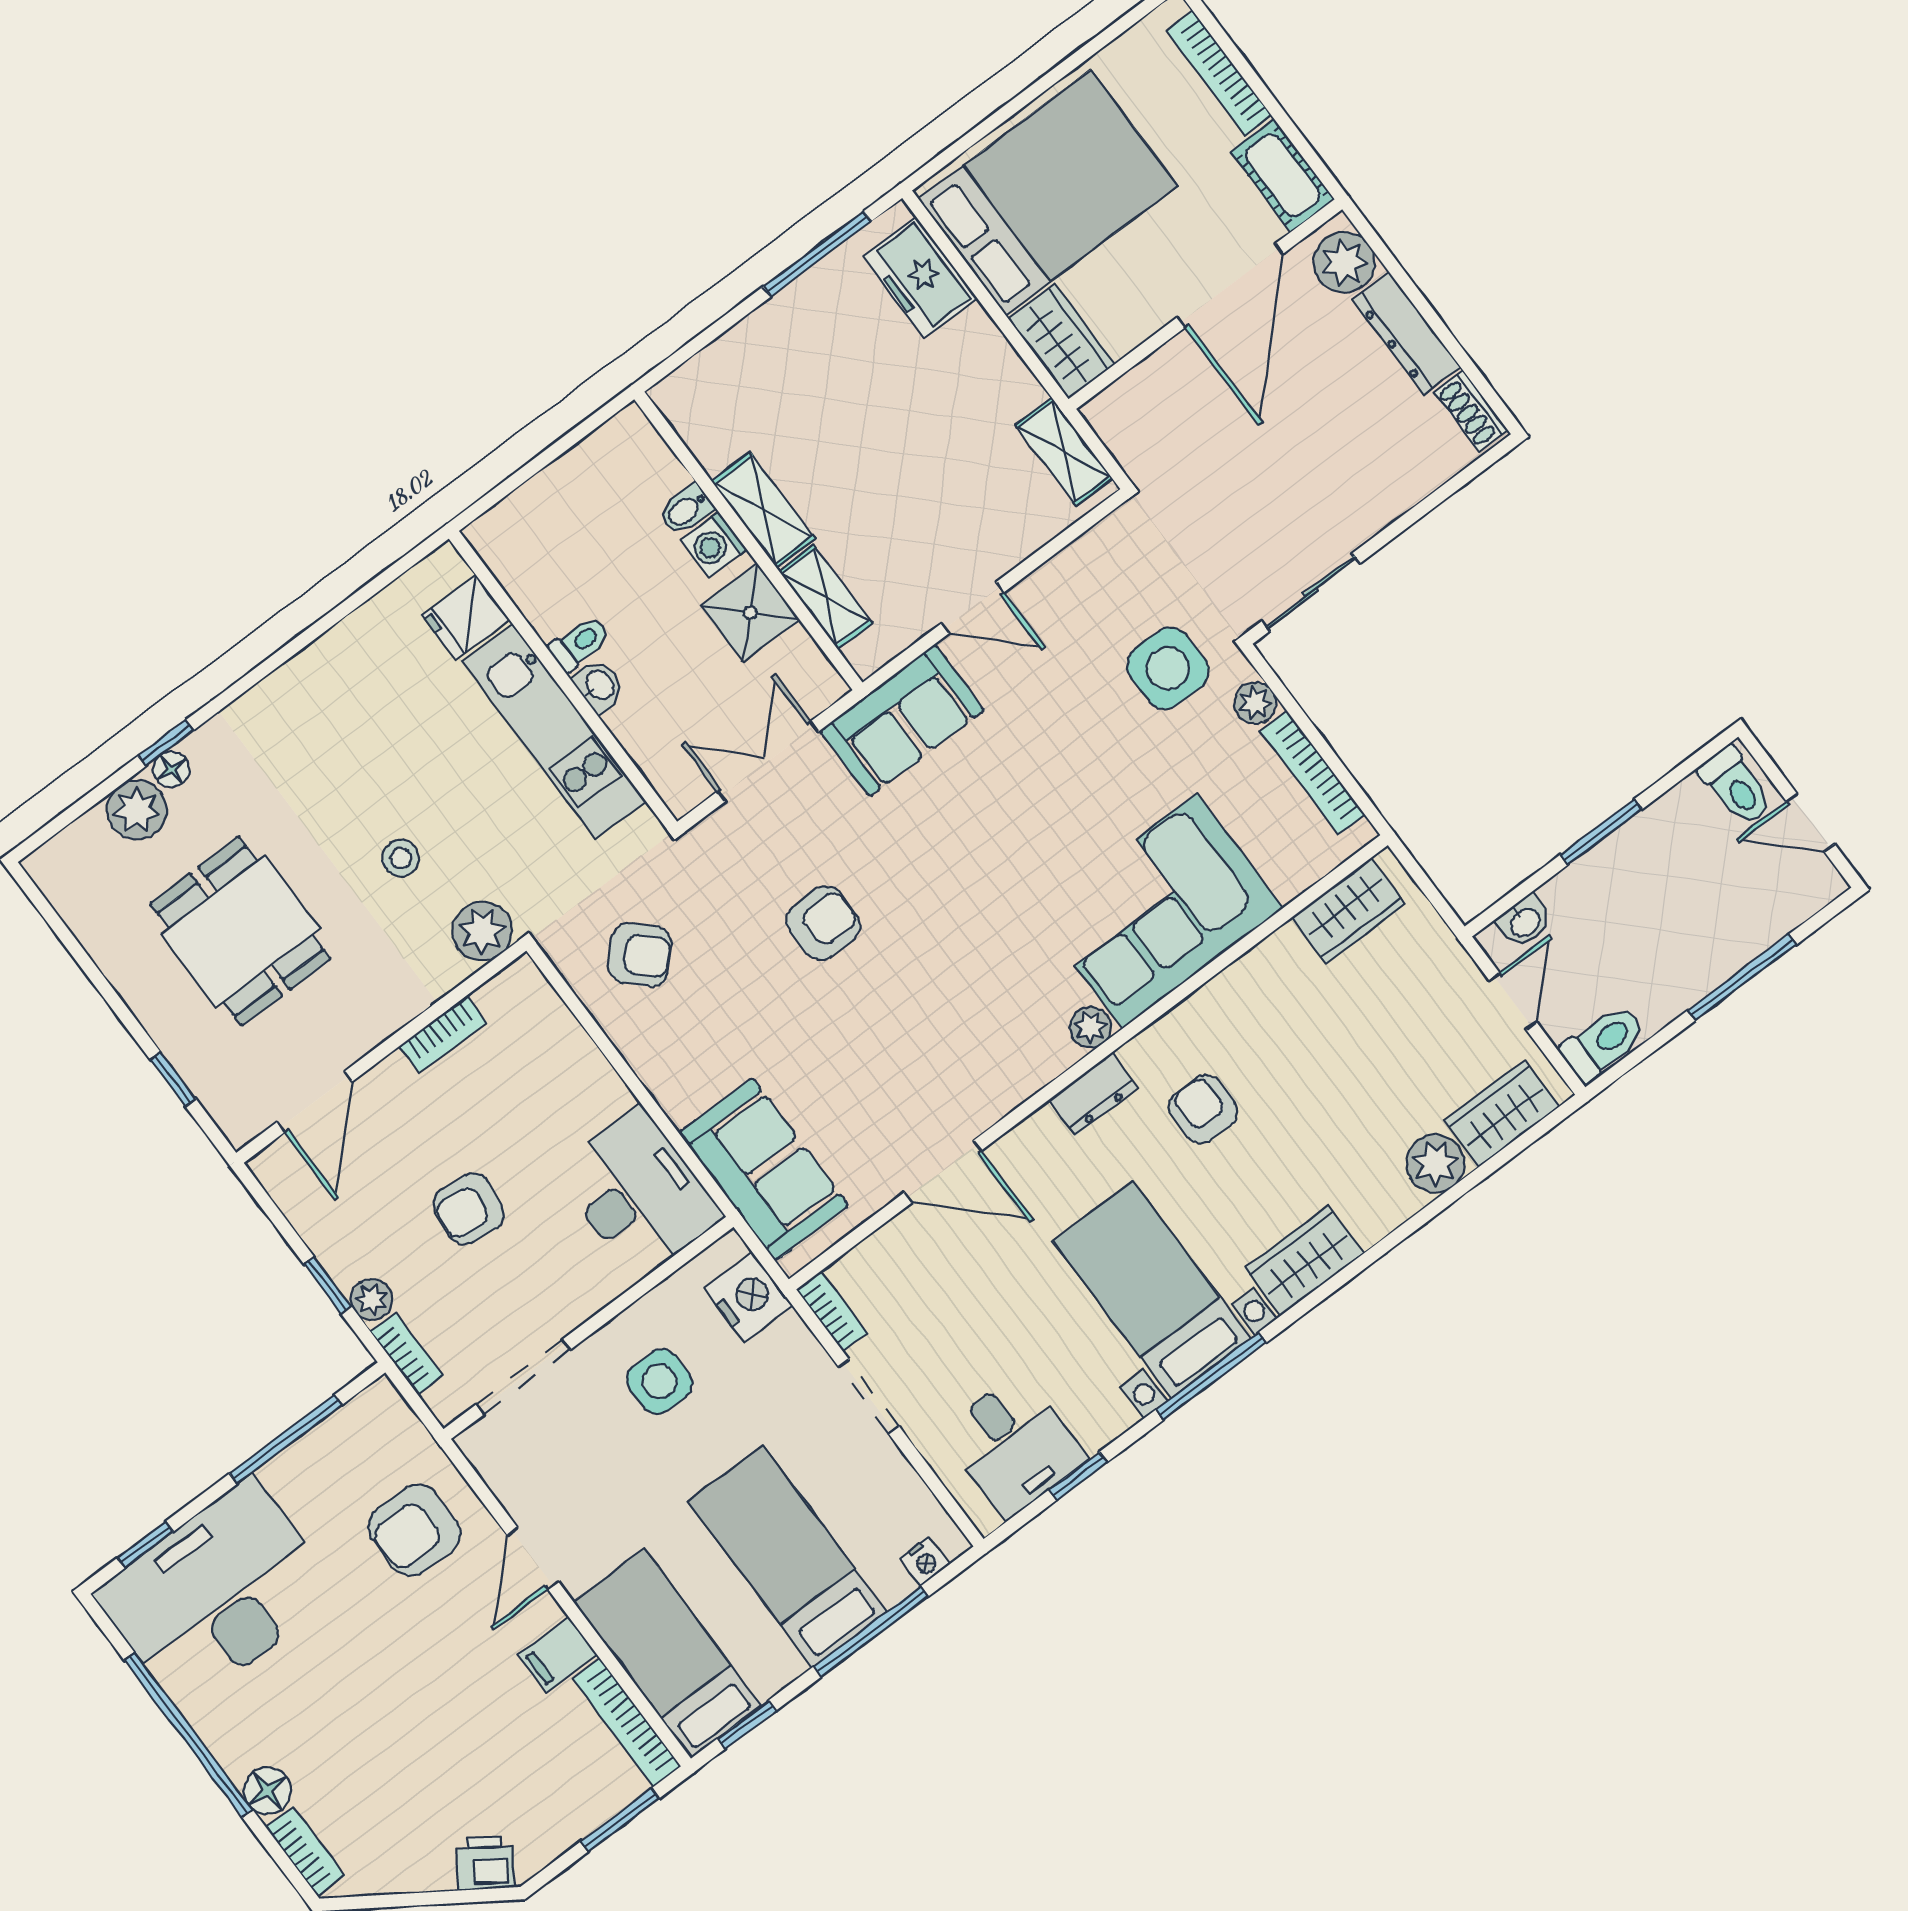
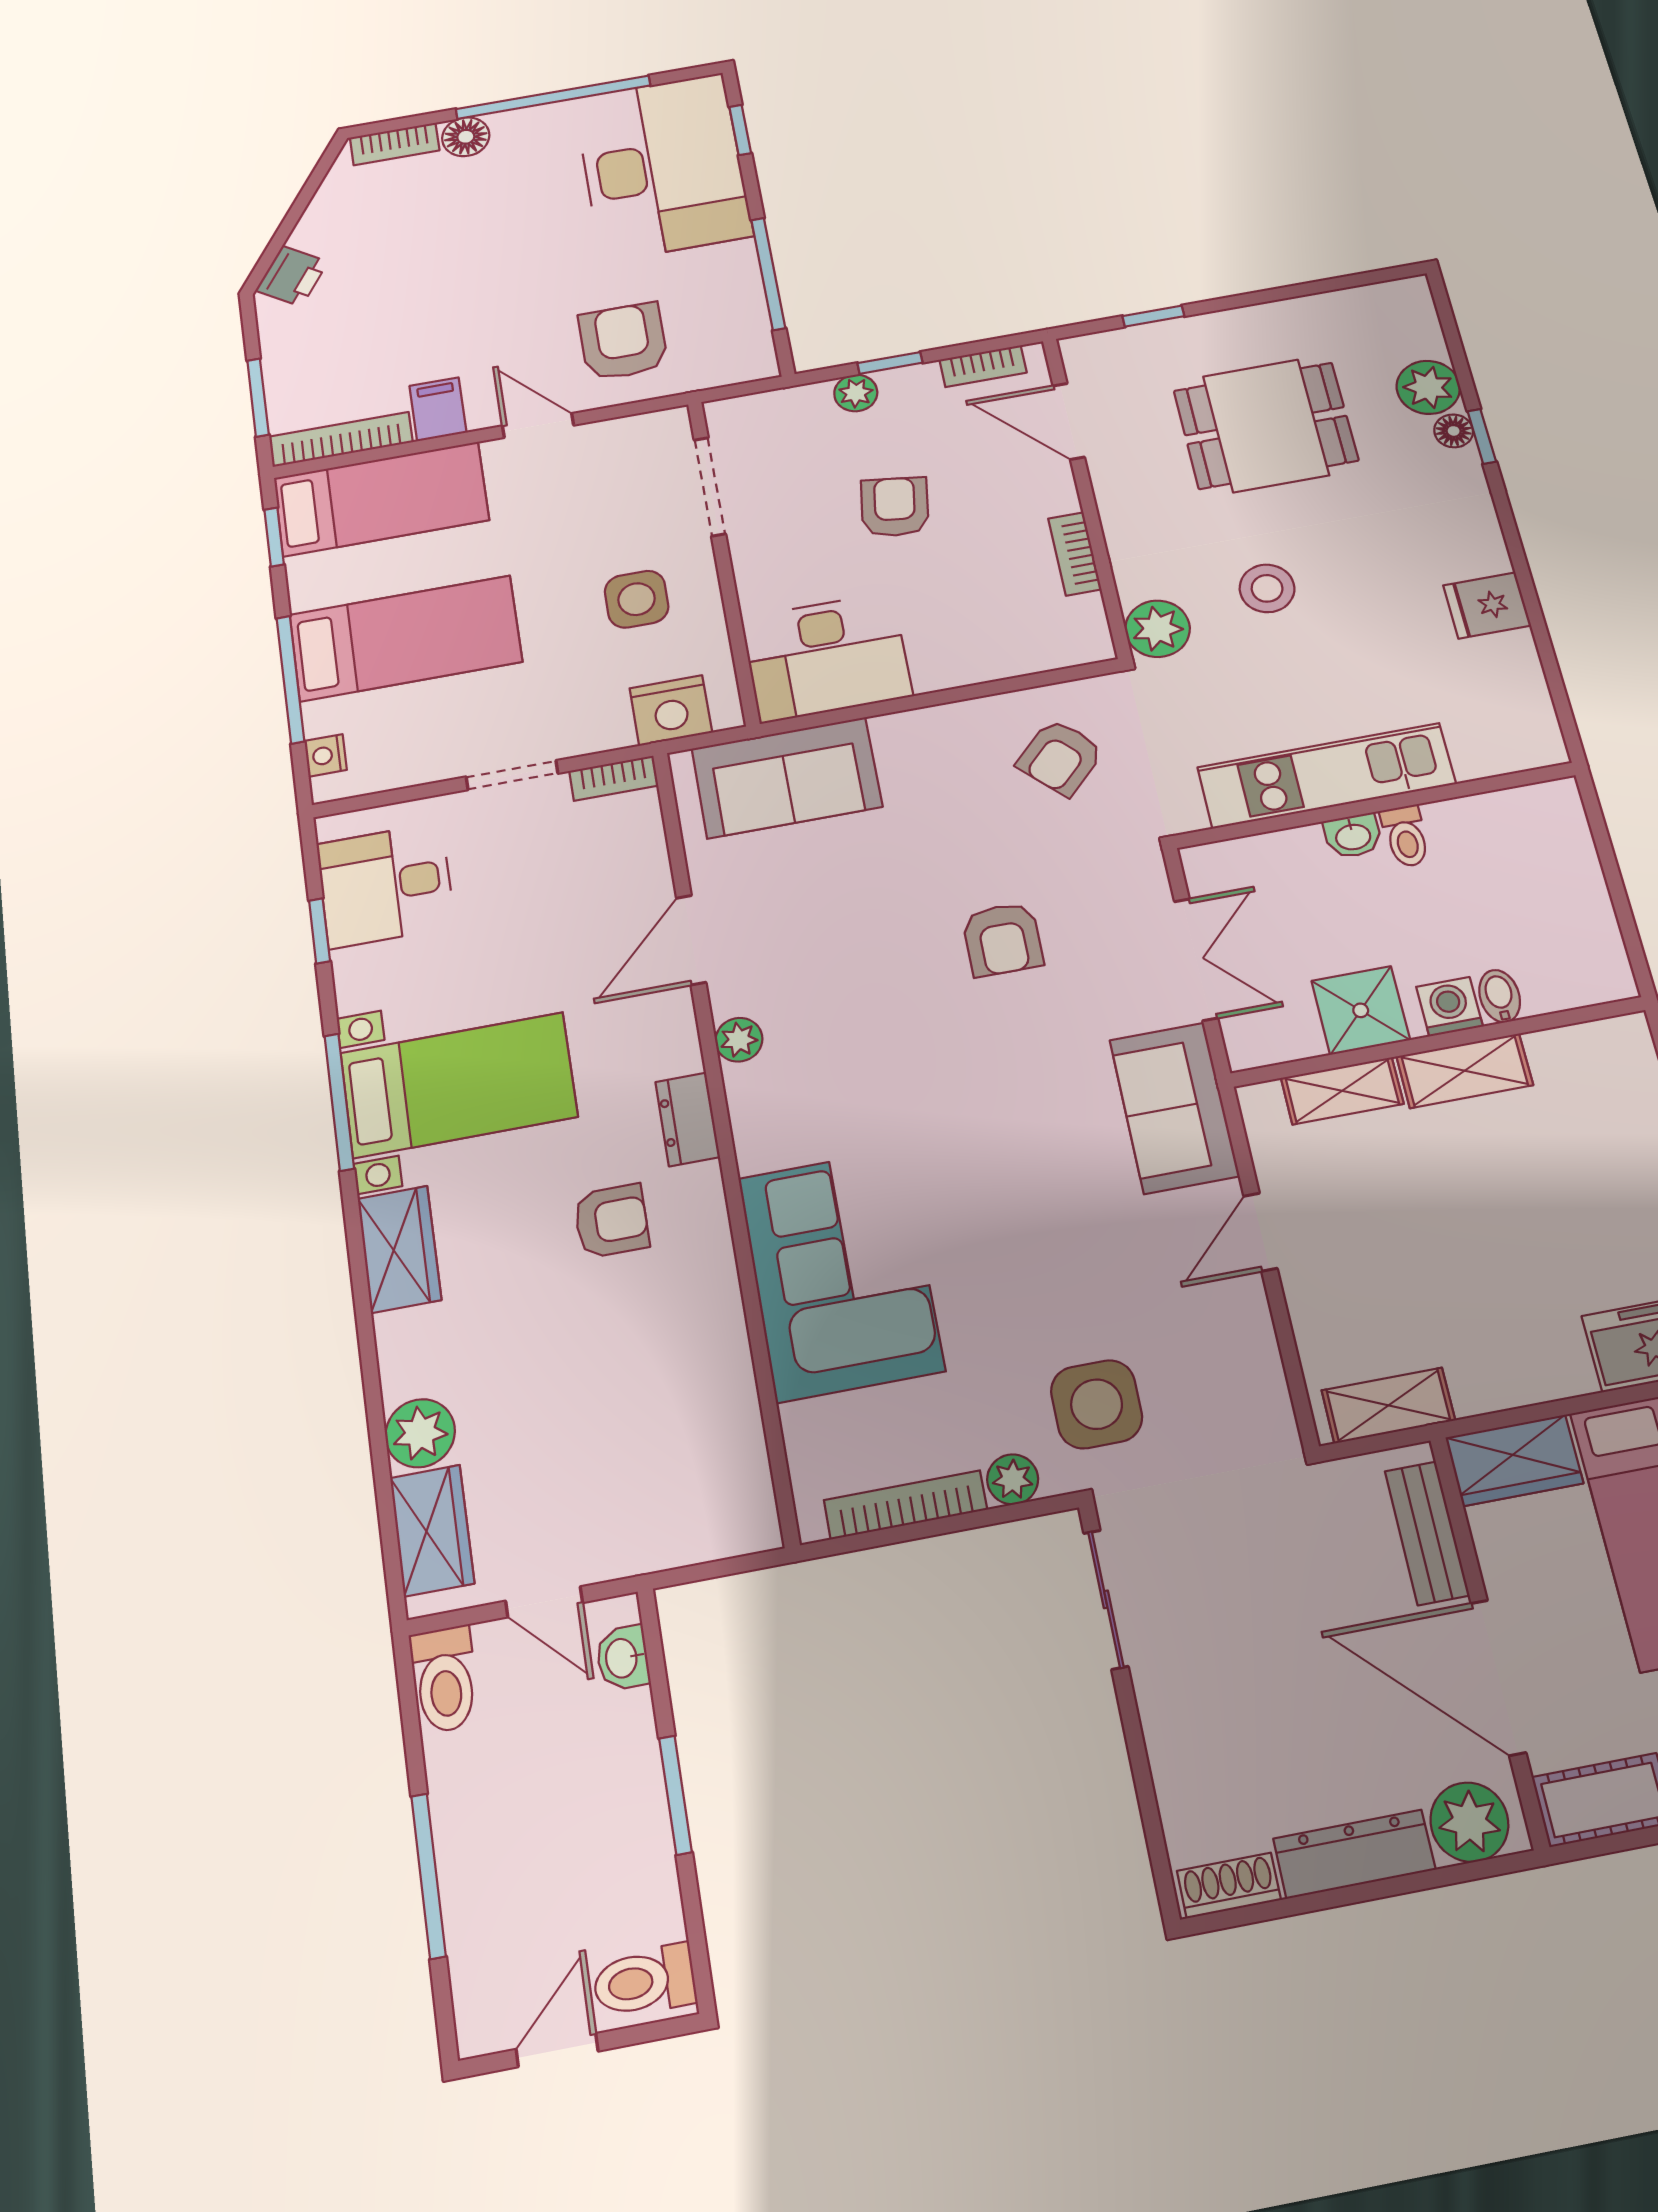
bench: (1148, 382) -> (1427, 1533), added
fridge: (466, 618) -> (1487, 605), moved, turned -90
stool: (401, 858) -> (1267, 588), width x1.37, depth x1.37
wardrobe: (1348, 911) -> (737, 1471), removed
plant: (1090, 1027) -> (739, 1040), moved
bookcase: (407, 1354) -> (983, 366), moved

